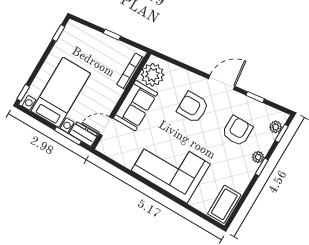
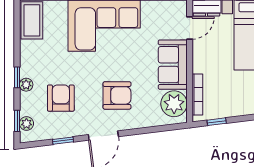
window: (112, 35) -> (217, 122), moved
armchair: (237, 131) -> (61, 98), turned 180

